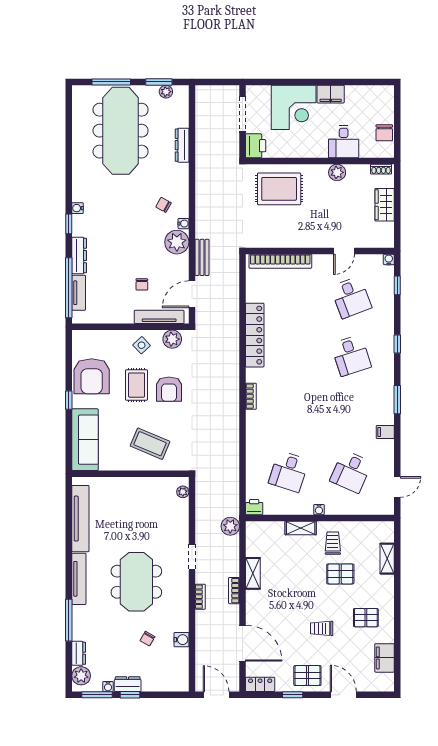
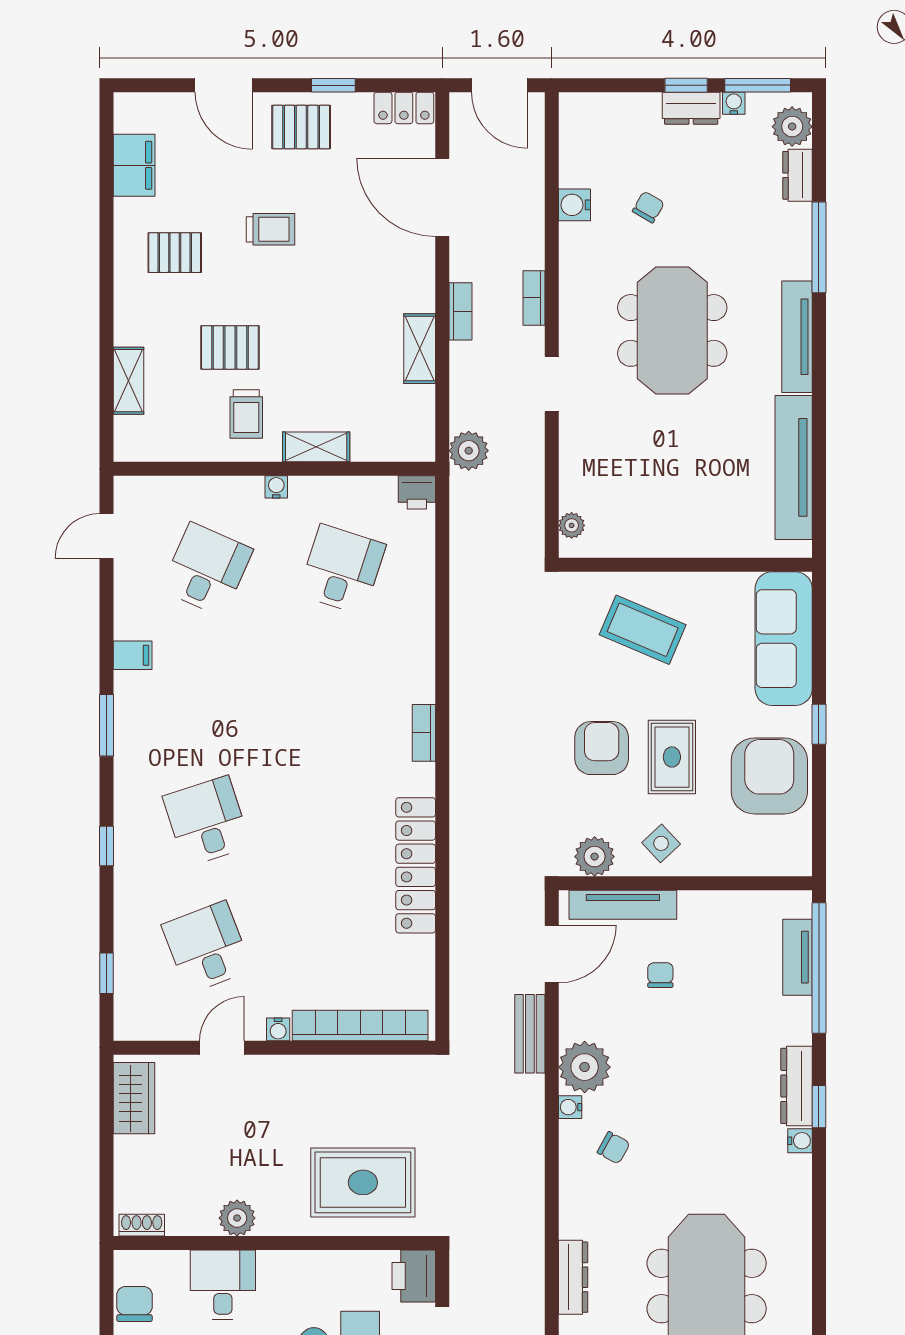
wardrobe: (385, 205) -> (134, 1098), moved
dresser: (79, 255) -> (797, 1086), moved
water cooler: (389, 259) -> (278, 1029), moved

